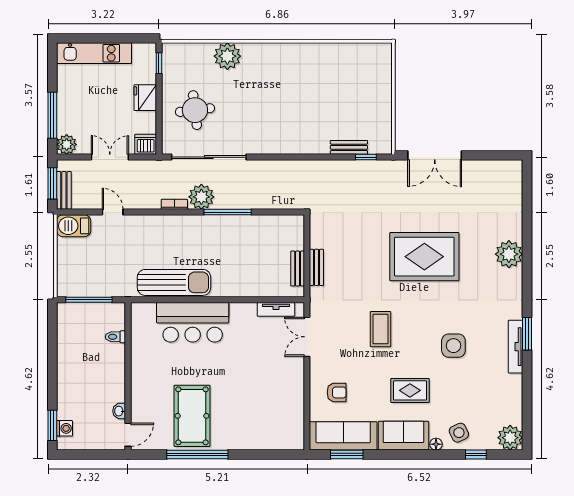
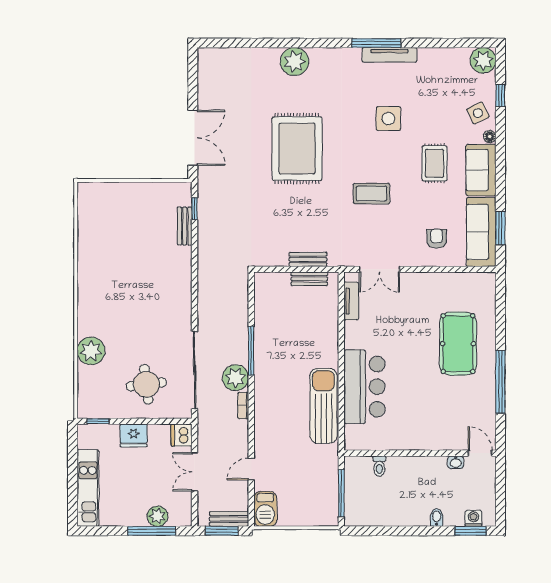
plant: (67, 144) -> (157, 516), moved
window: (527, 334) -> (376, 43), width x1.44
bidet: (65, 393) -> (437, 518), added
pool table: (192, 416) -> (458, 344), moved, turned 90

